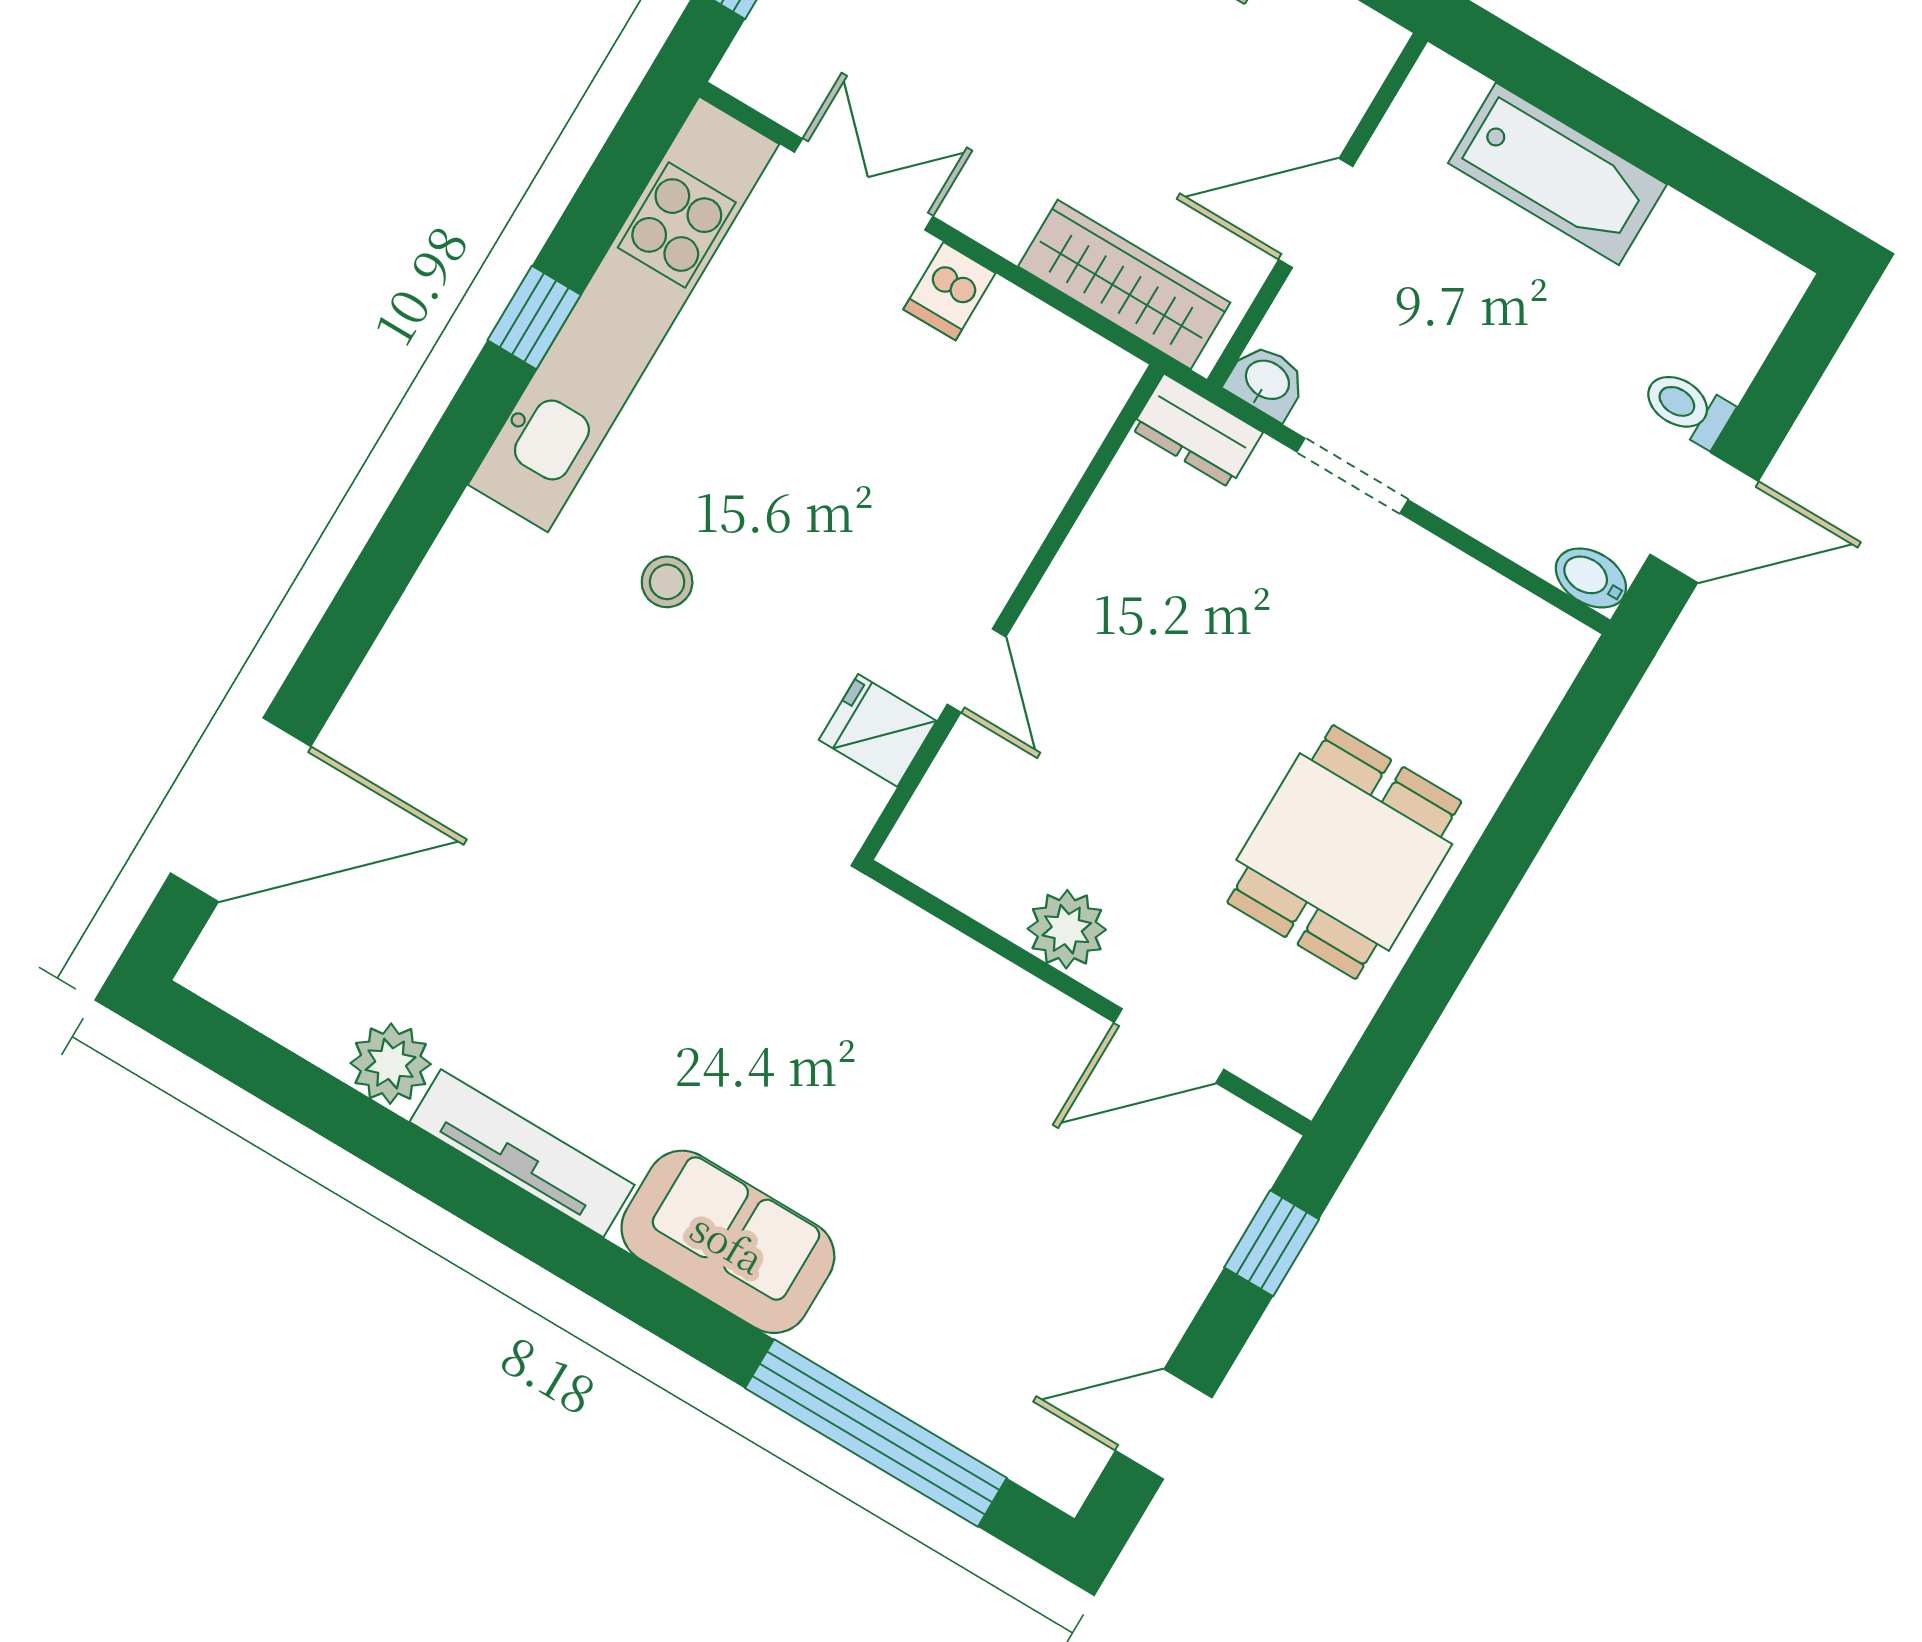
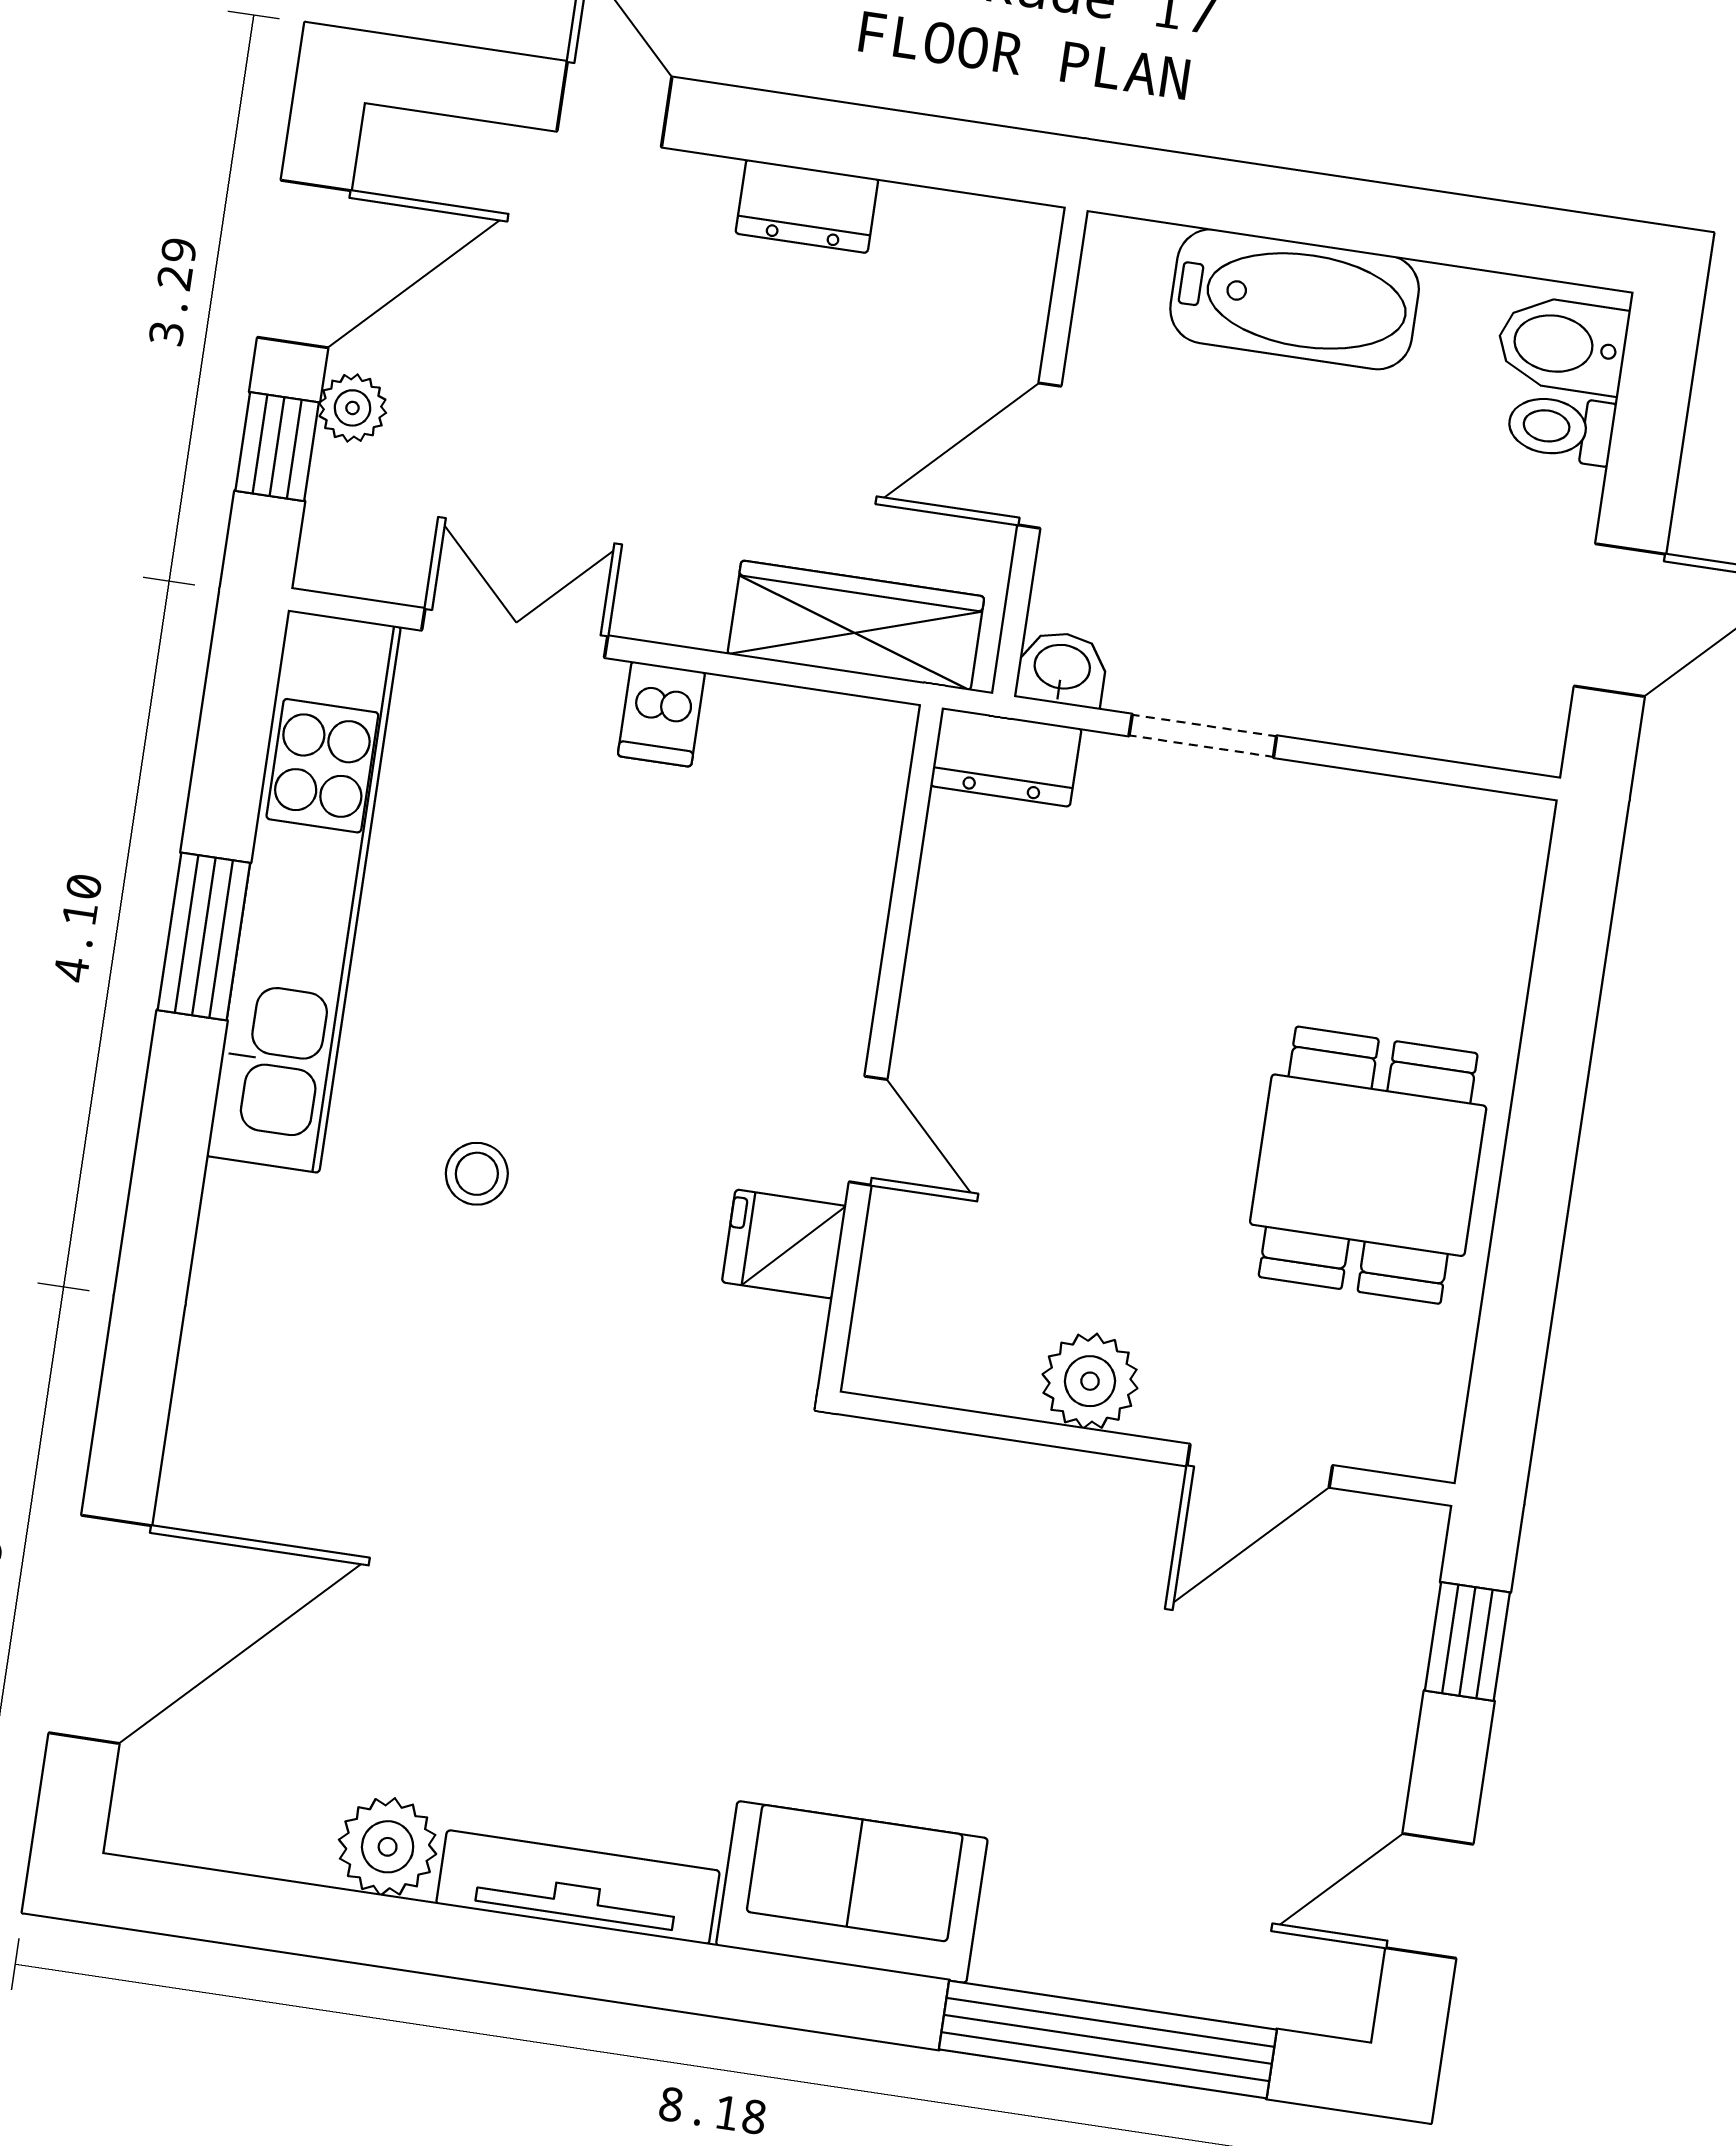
window: (534, 318) -> (204, 936), width x1.50
toilet: (1687, 408) -> (1561, 428), moved
bidet: (1591, 578) -> (1562, 345), moved, width x1.38, depth x1.36

